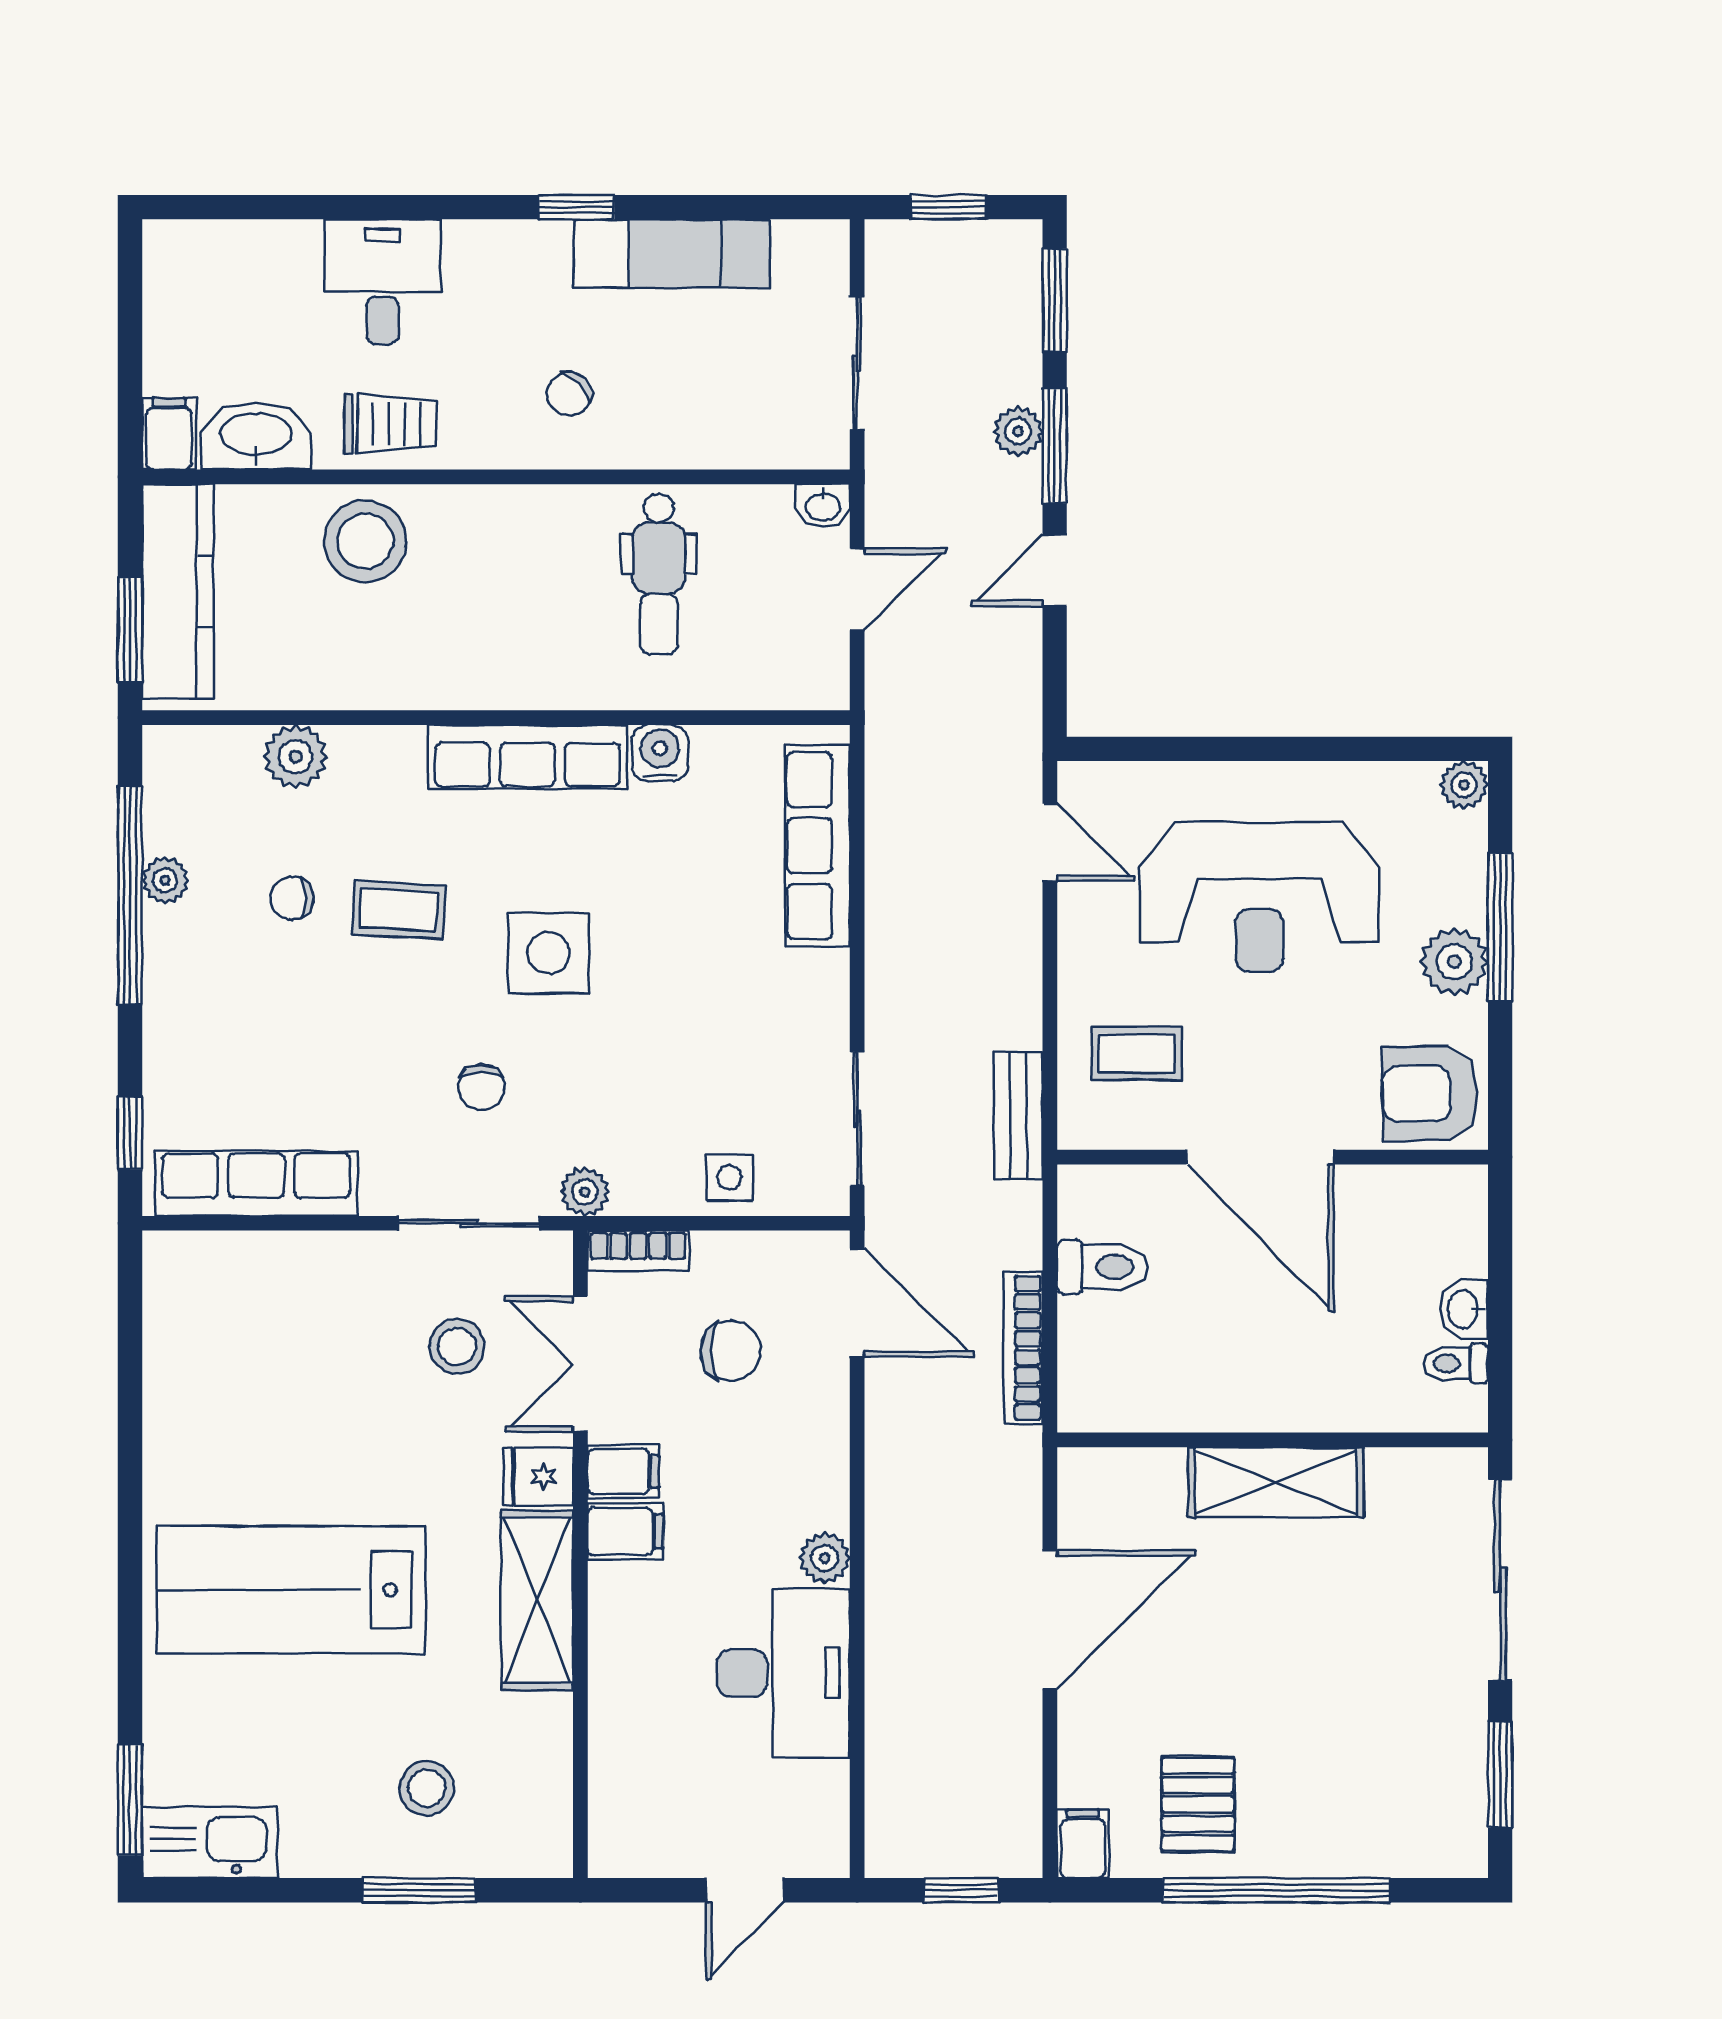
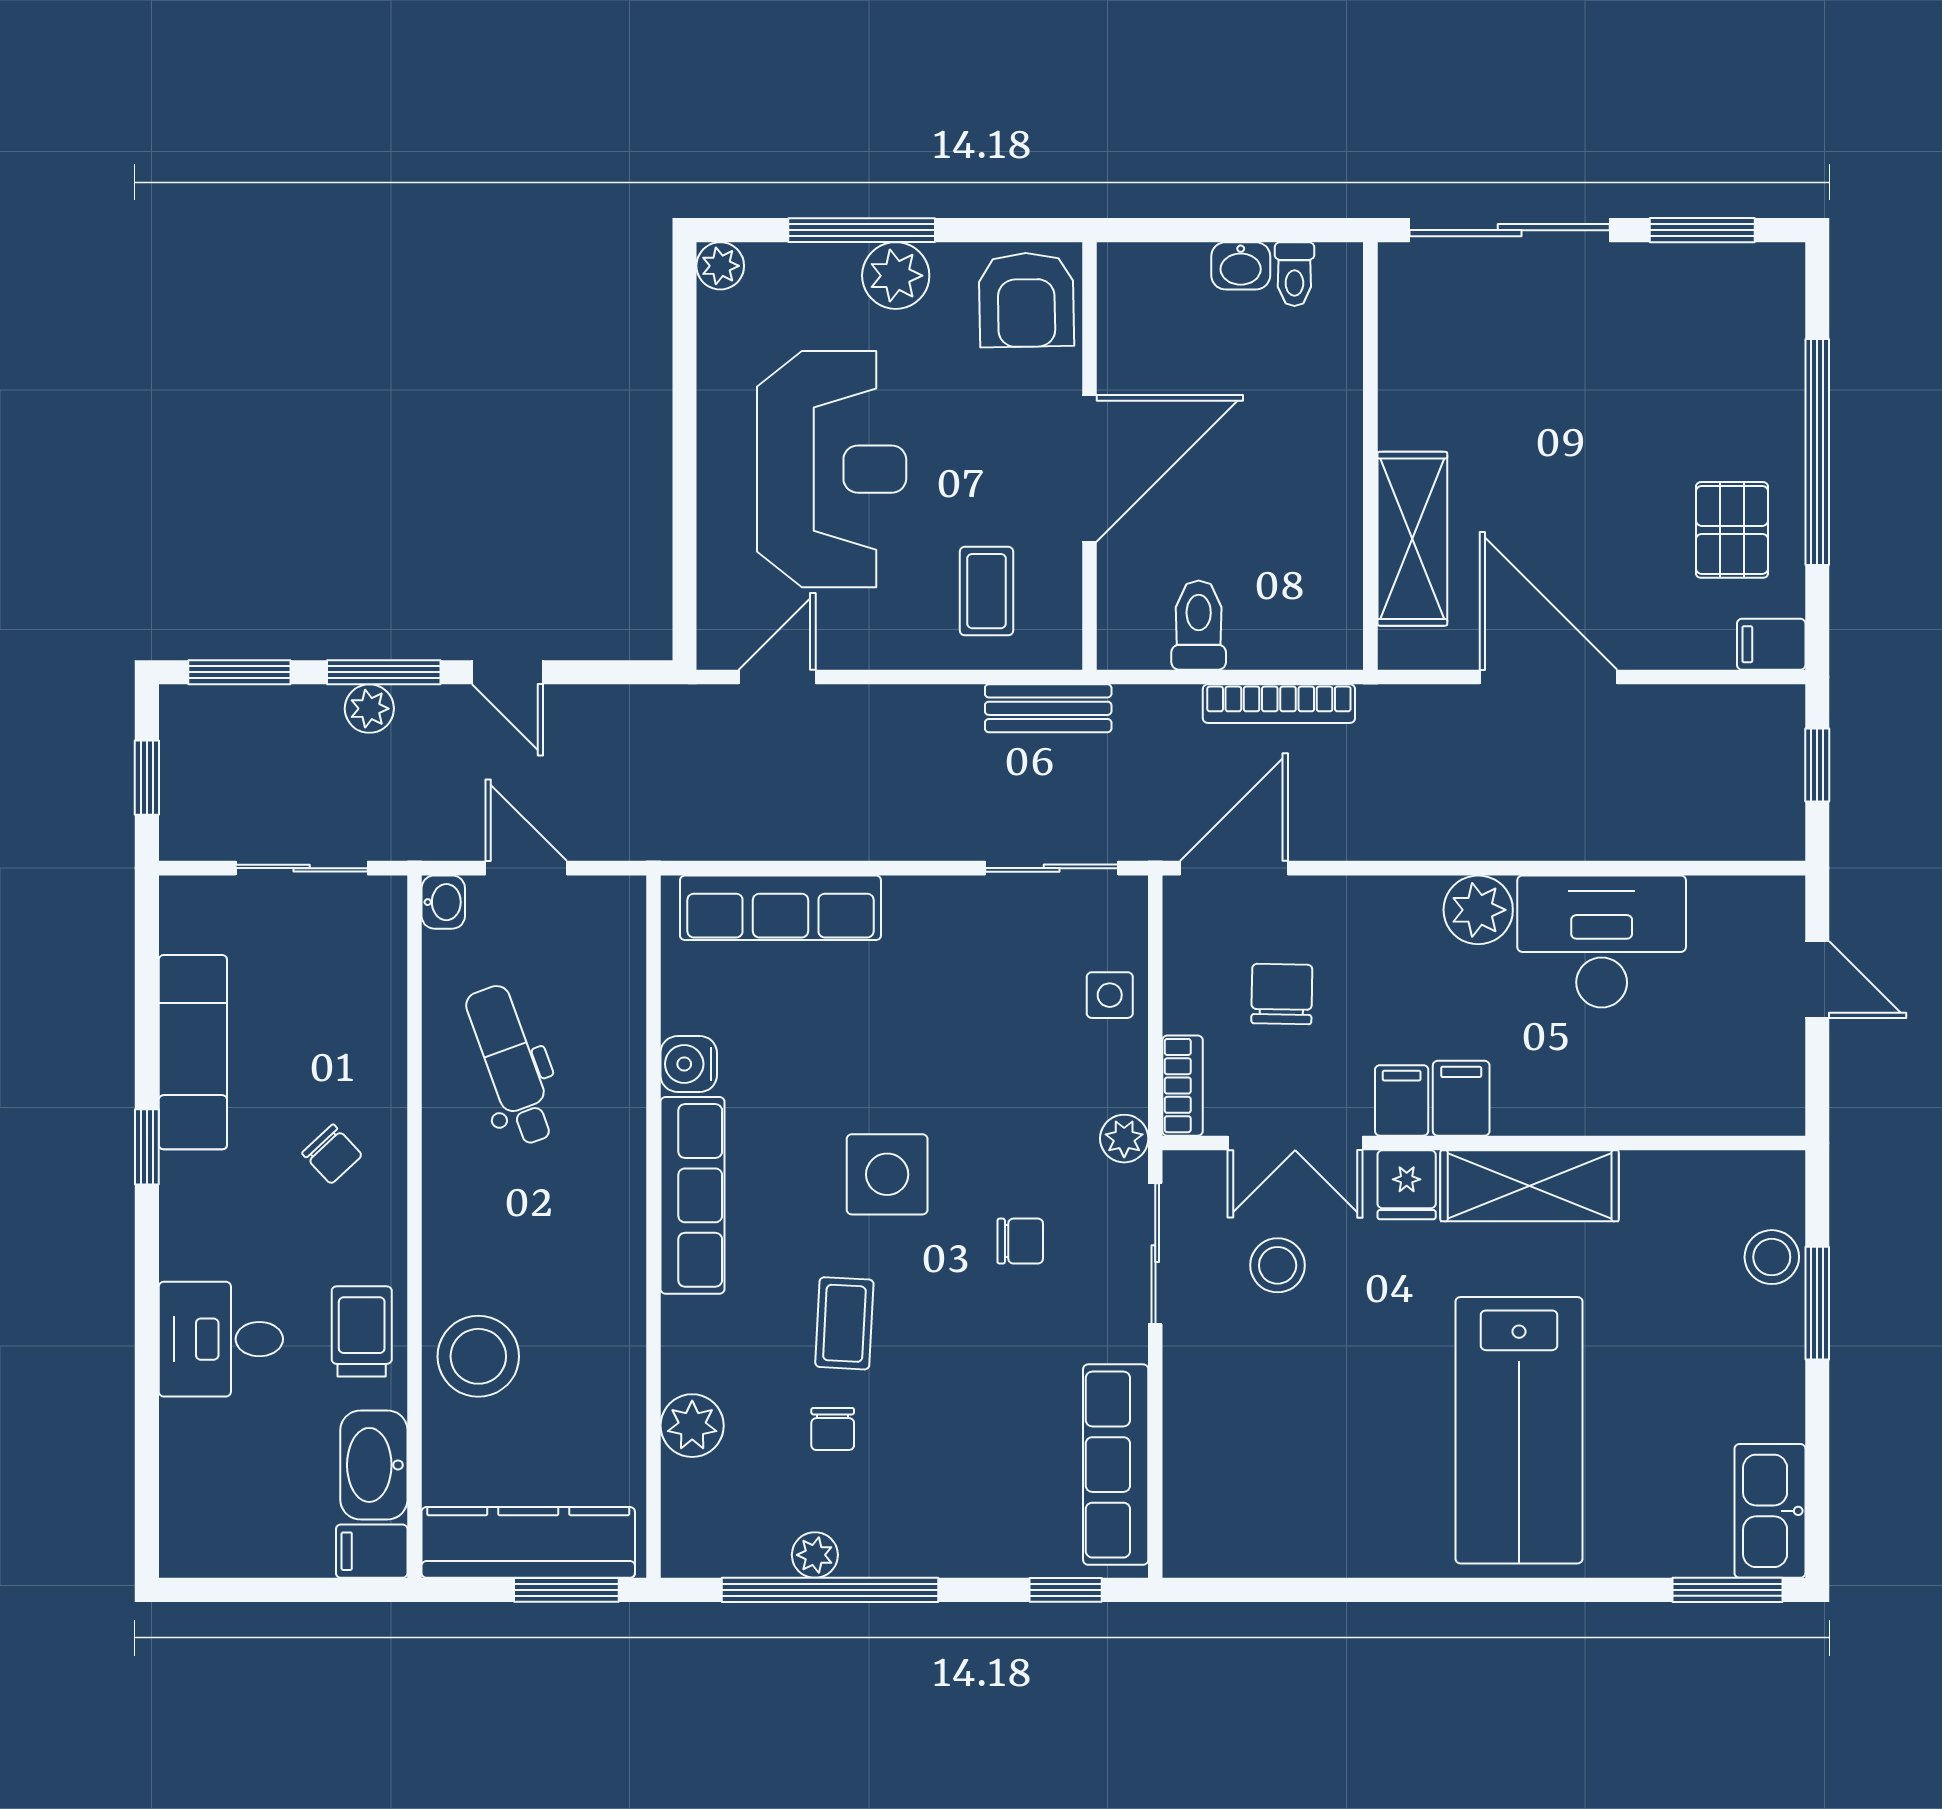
dental chair: (659, 574) -> (511, 1065), turned -110
shelving: (1276, 1482) -> (1412, 539), moved
plant: (825, 1558) -> (1478, 910), width x1.38, depth x1.38
stool: (427, 1788) -> (1772, 1257), moved
pallet: (1198, 1804) -> (1732, 530), turned 90

